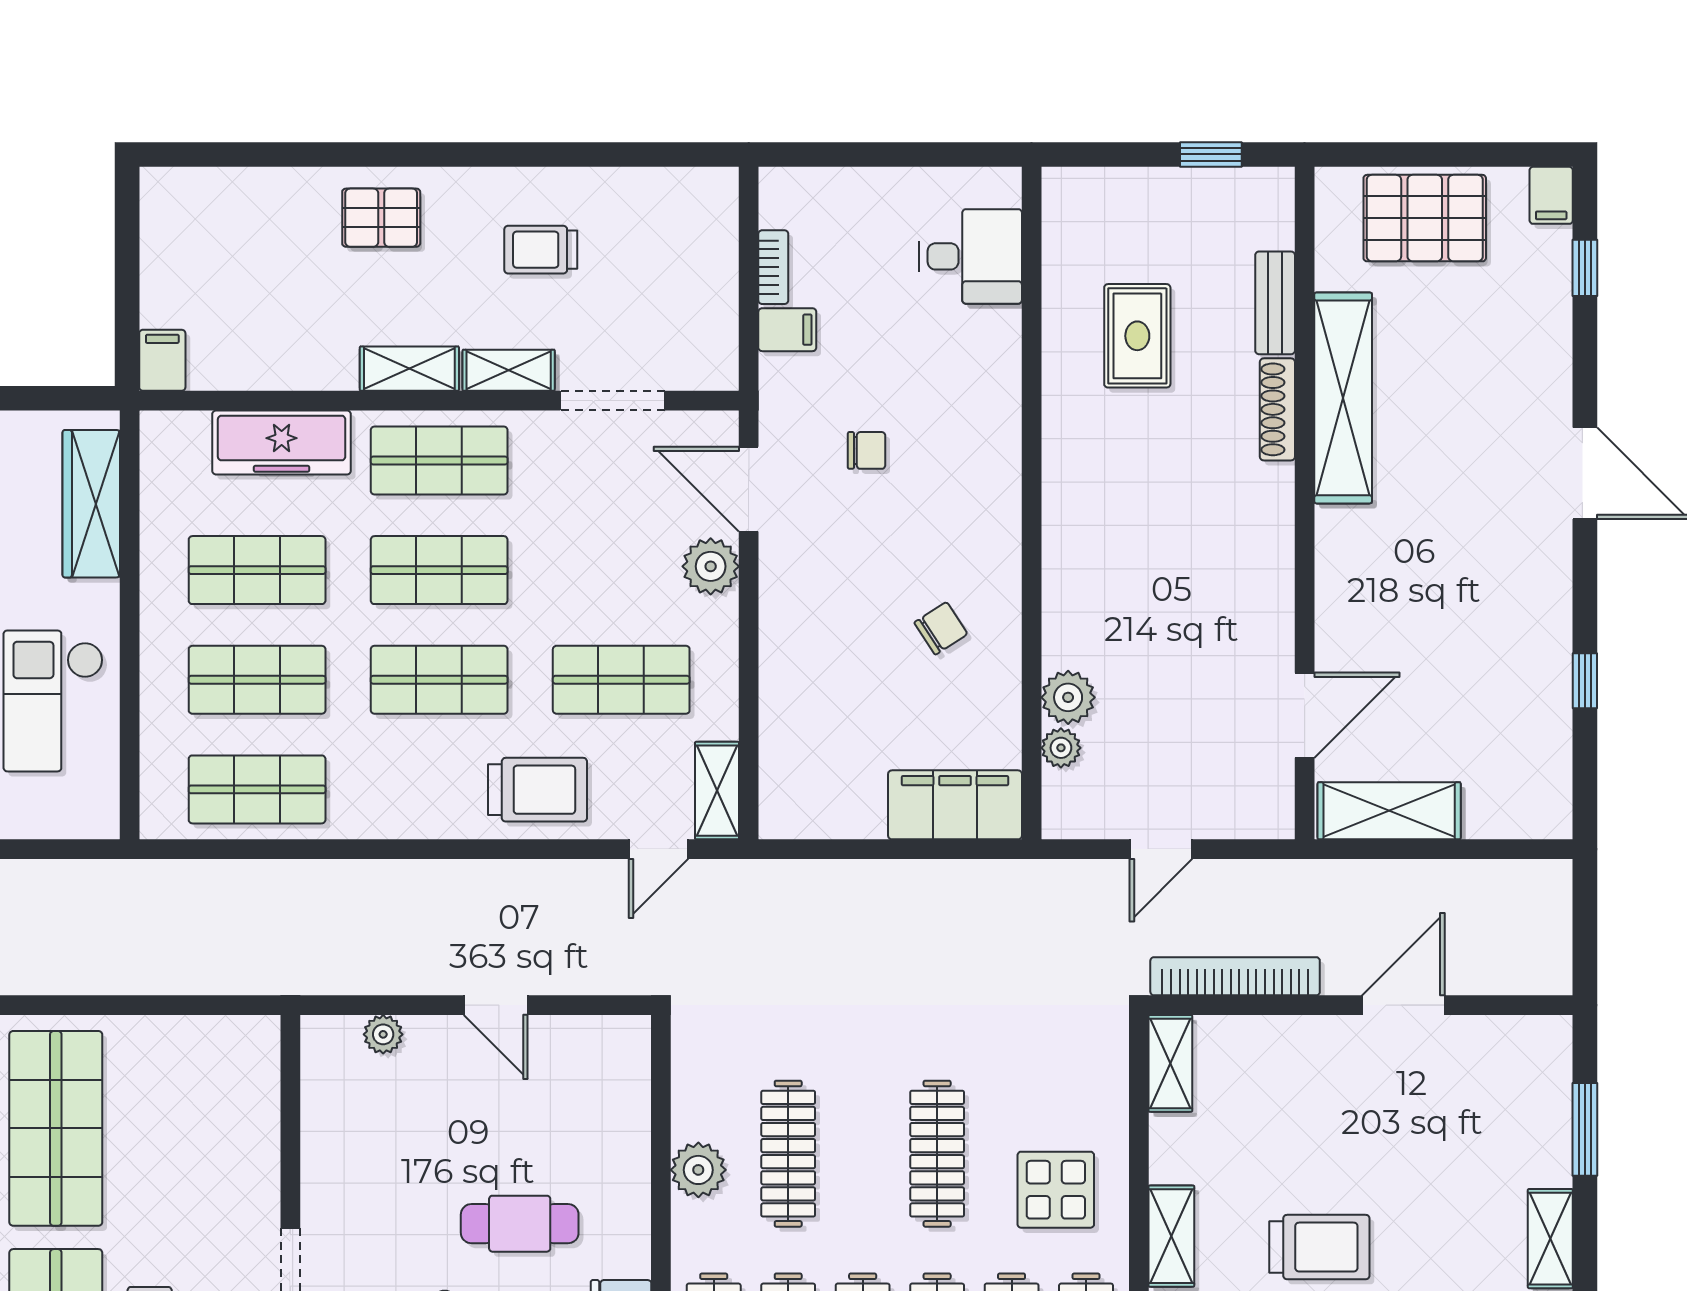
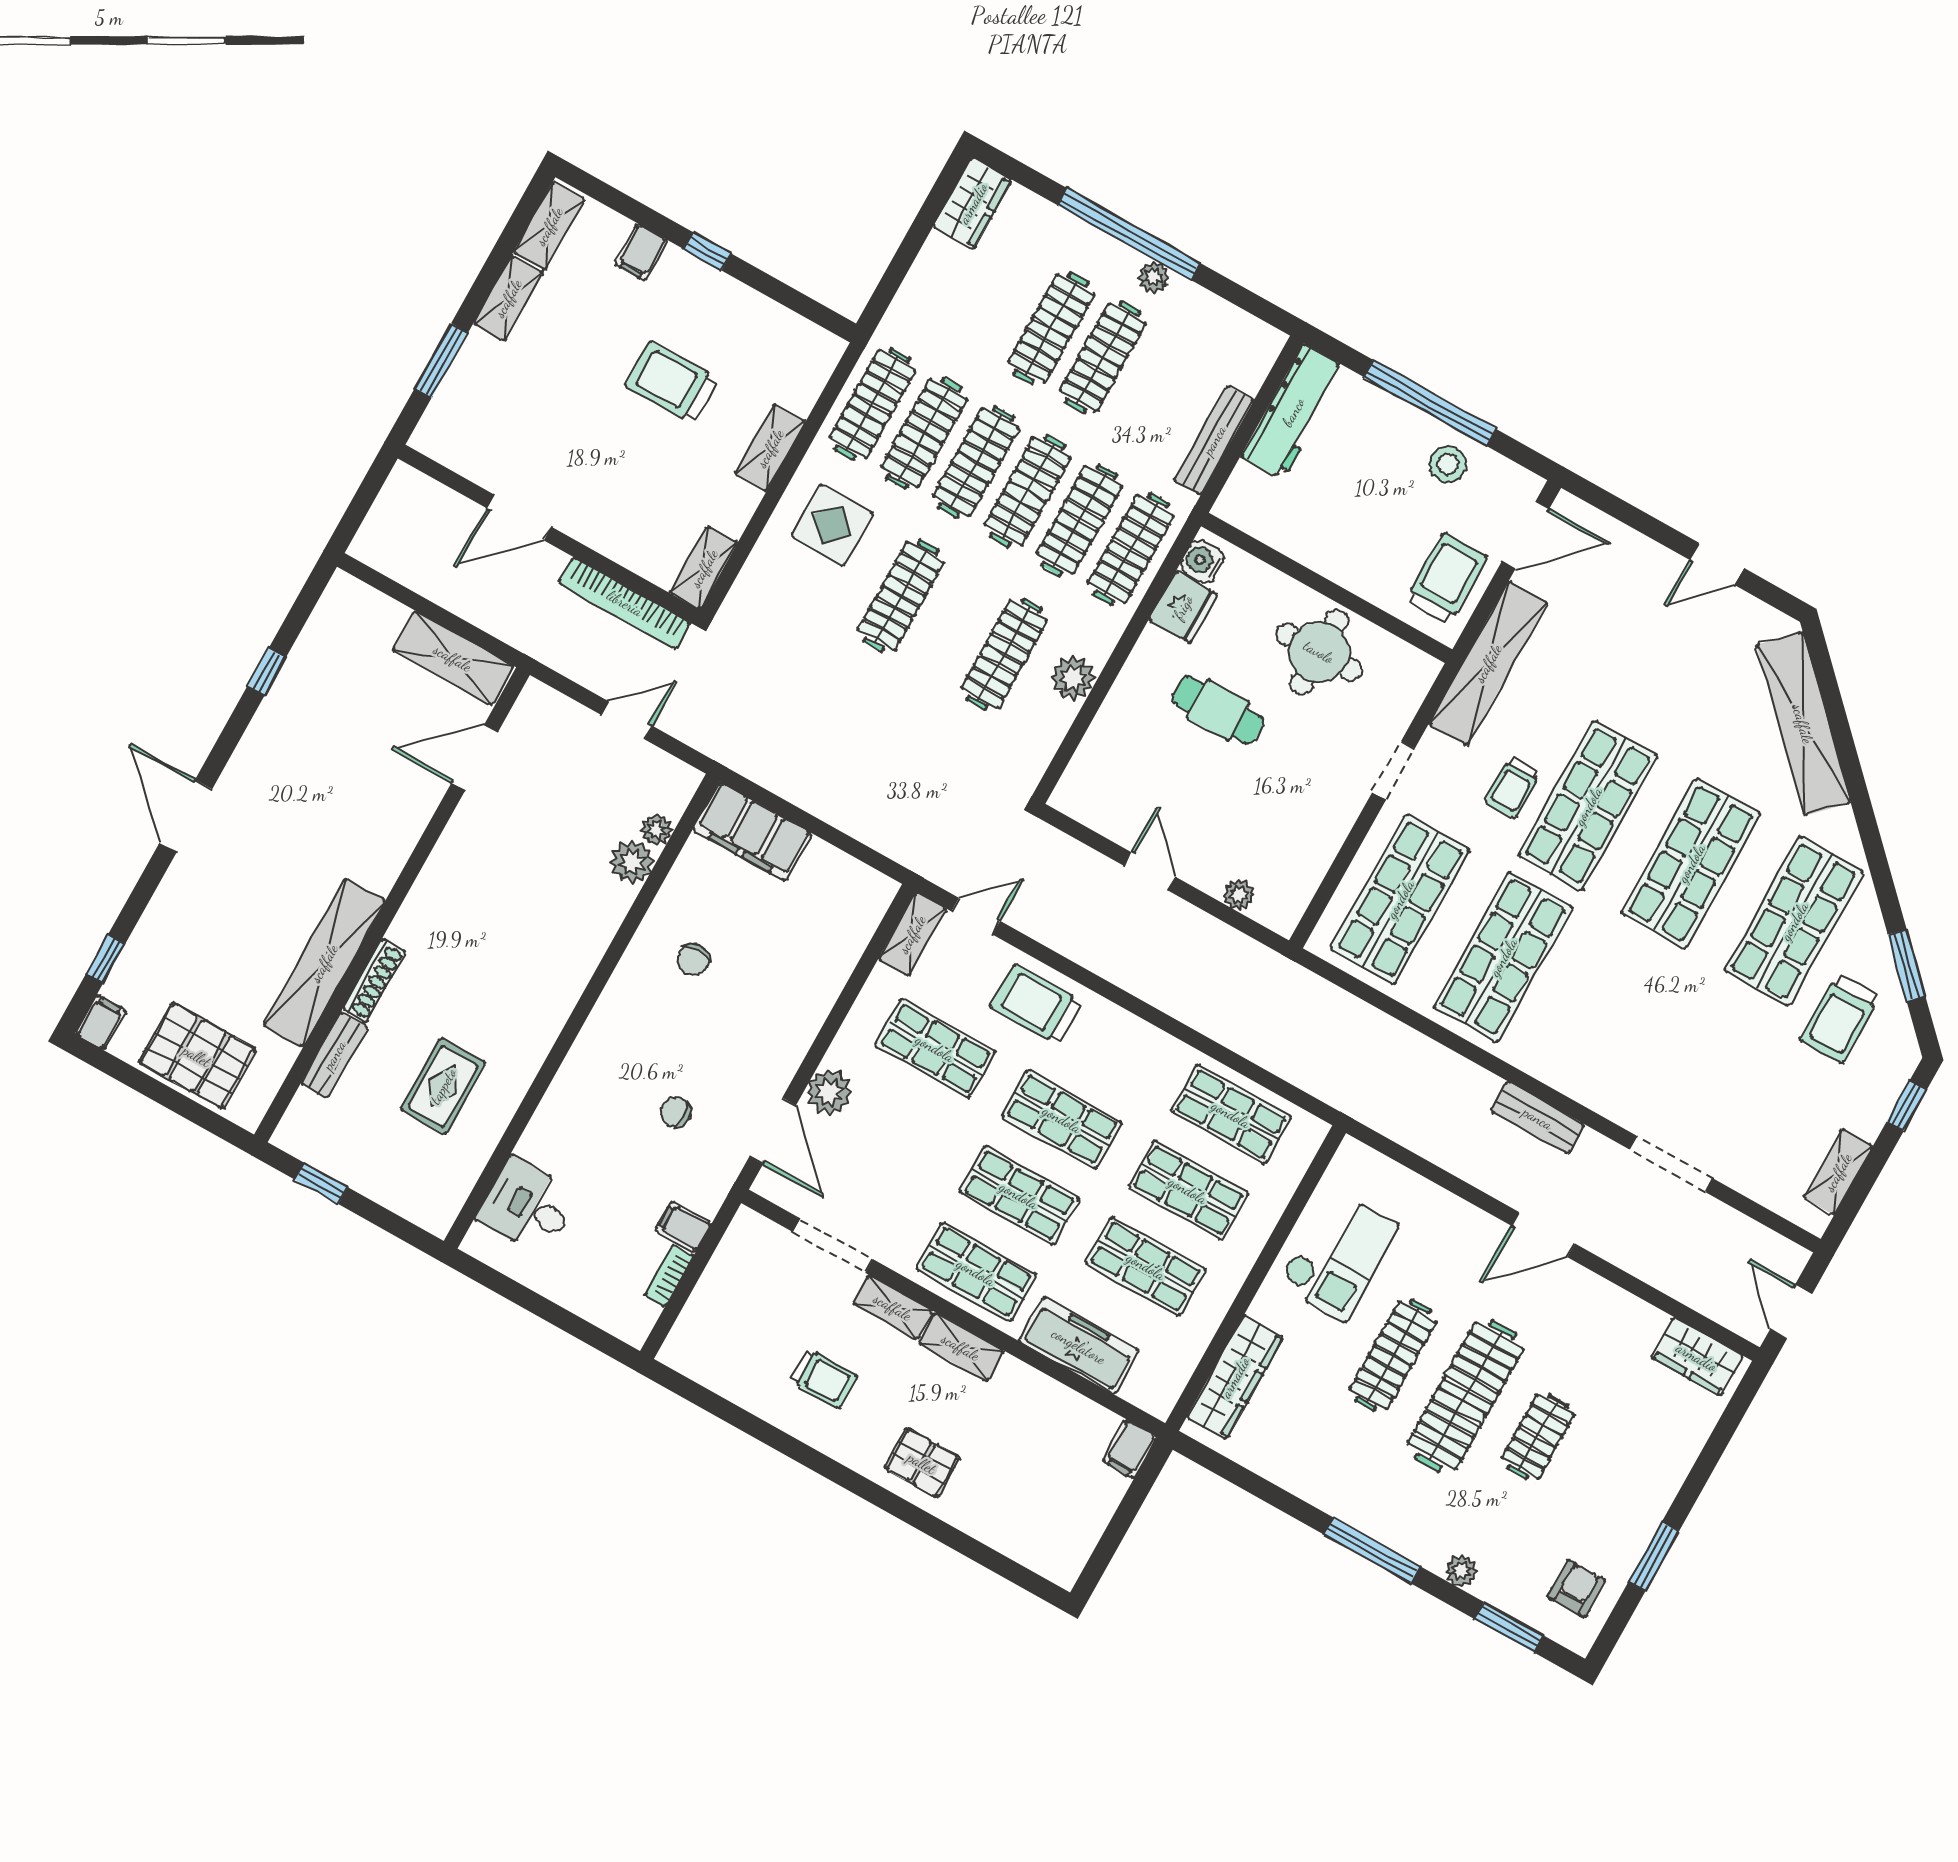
chair: (941, 628) -> (693, 960), turned -57
shop shelf: (204, 1128) -> (1400, 899), added

